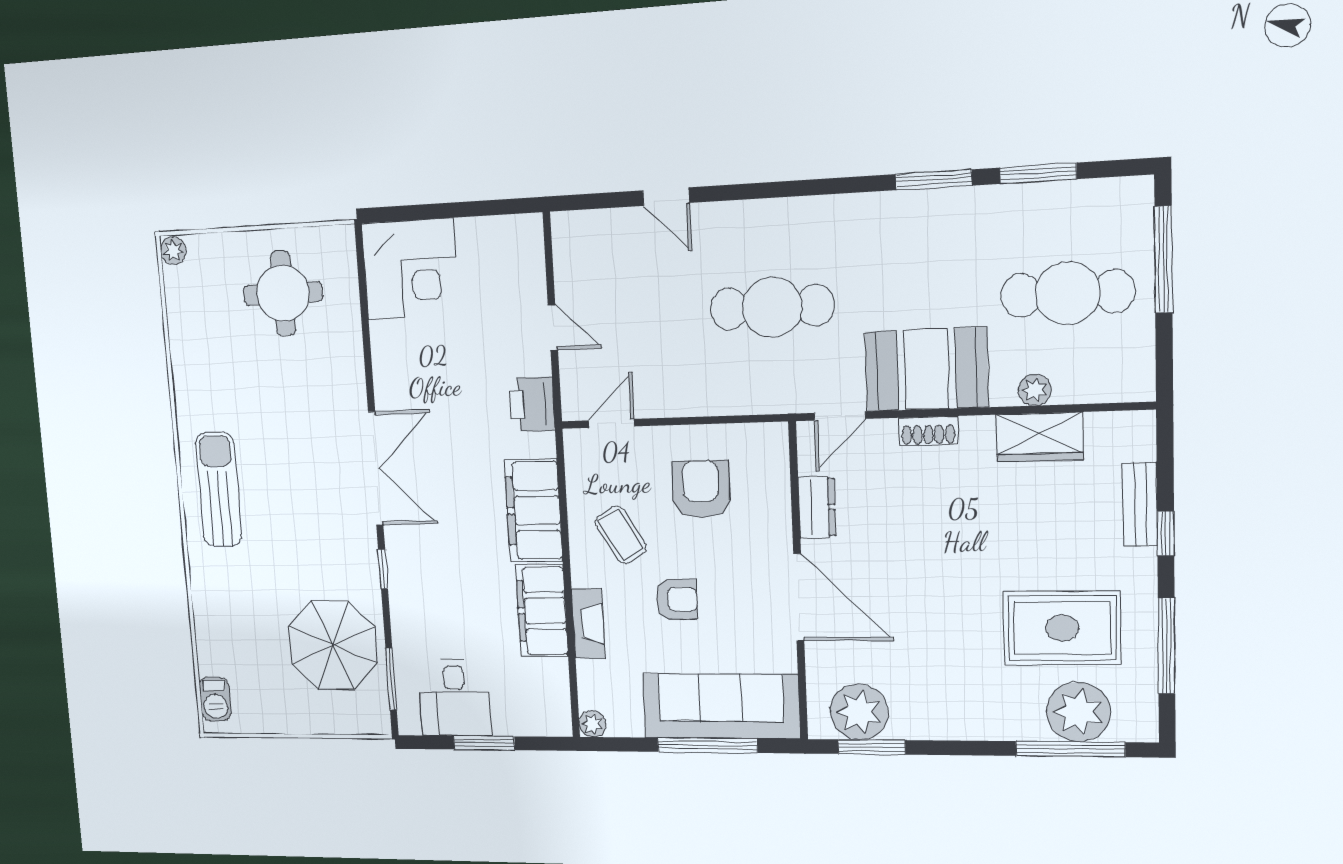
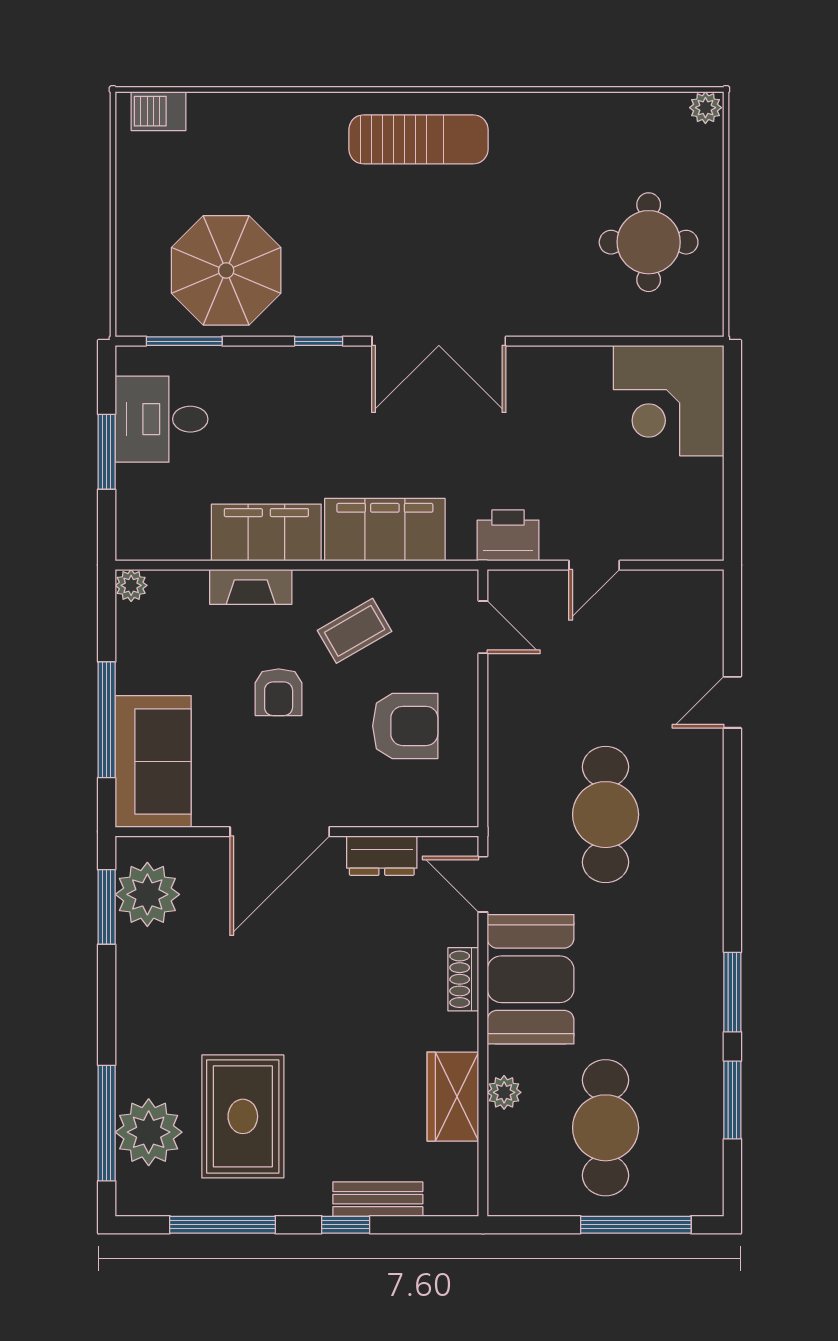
sofa: (721, 706) -> (153, 761), width x0.73

